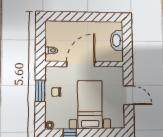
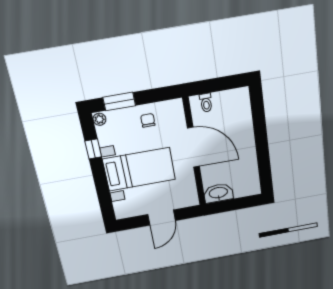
washbasin: (117, 40) -> (218, 193), moved
window: (40, 91) -> (119, 102), moved

